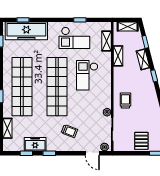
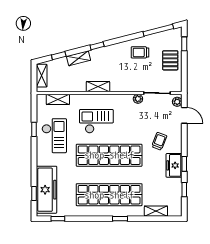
shelving: (118, 56) -> (98, 87), moved
checkout: (87, 75) -> (96, 121), turned 180
trolley: (125, 101) -> (140, 52), moved
pallet: (141, 141) -> (170, 60), turned 90
freezer: (35, 144) -> (174, 165), moved
door: (92, 153) -> (184, 115), hinge flipped

